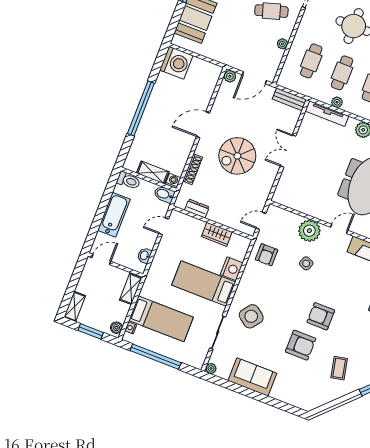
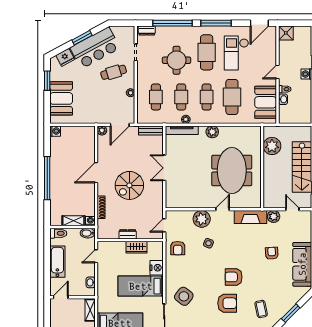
washing machine: (176, 63) -> (55, 131), width x0.53, depth x0.53
dresser: (197, 208) -> (128, 234), moved

